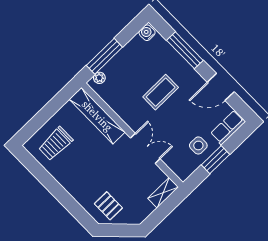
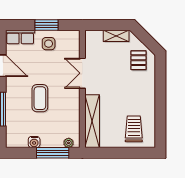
water cooler: (147, 33) -> (34, 142), moved
coffee table: (161, 92) -> (40, 98), turned 90
trolley: (56, 144) -> (134, 129), turned -90
shelving: (163, 193) -> (116, 36), moved

